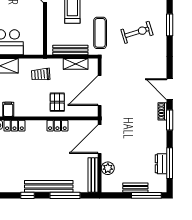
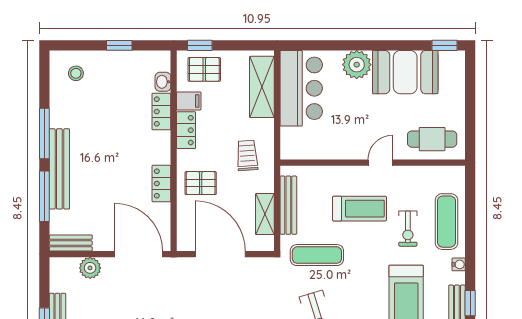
locker: (26, 111) -> (186, 130), added
bench: (93, 175) -> (71, 243), width x0.73
window: (28, 195) -> (44, 133), width x2.17

